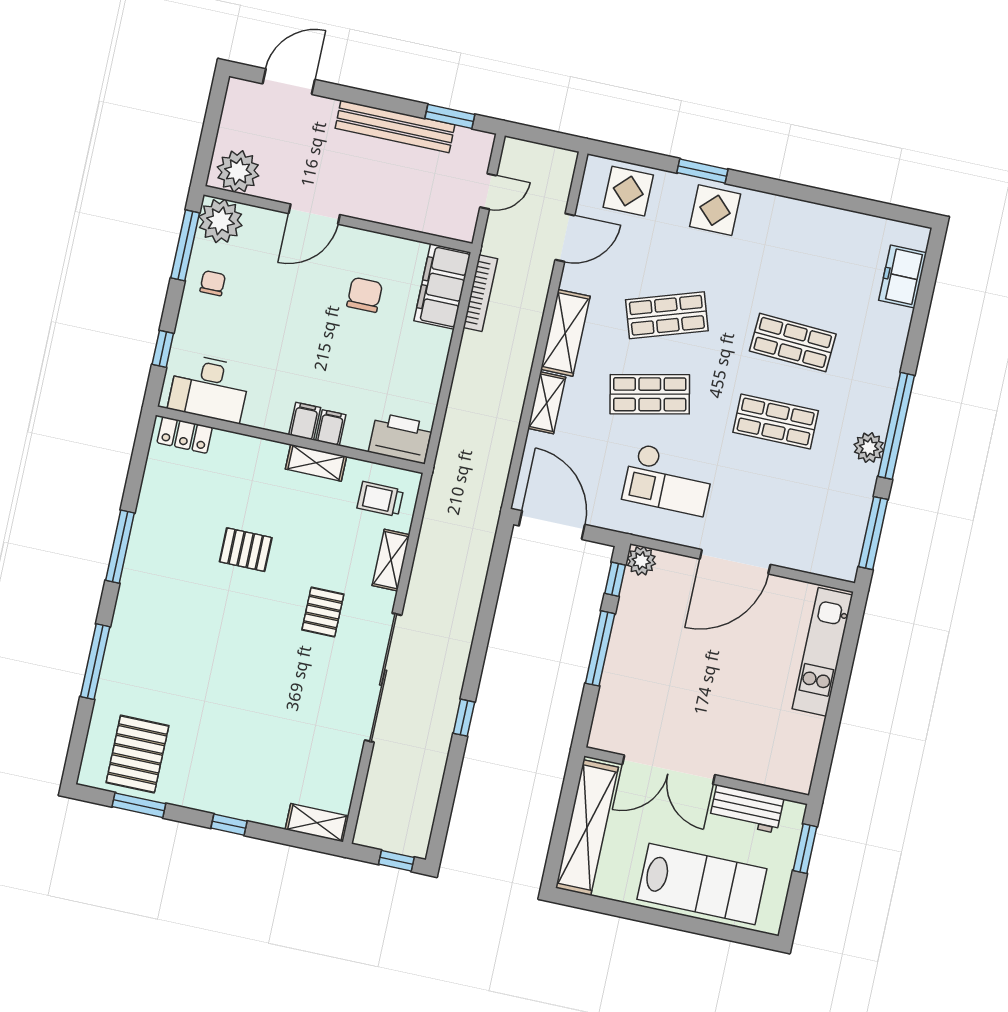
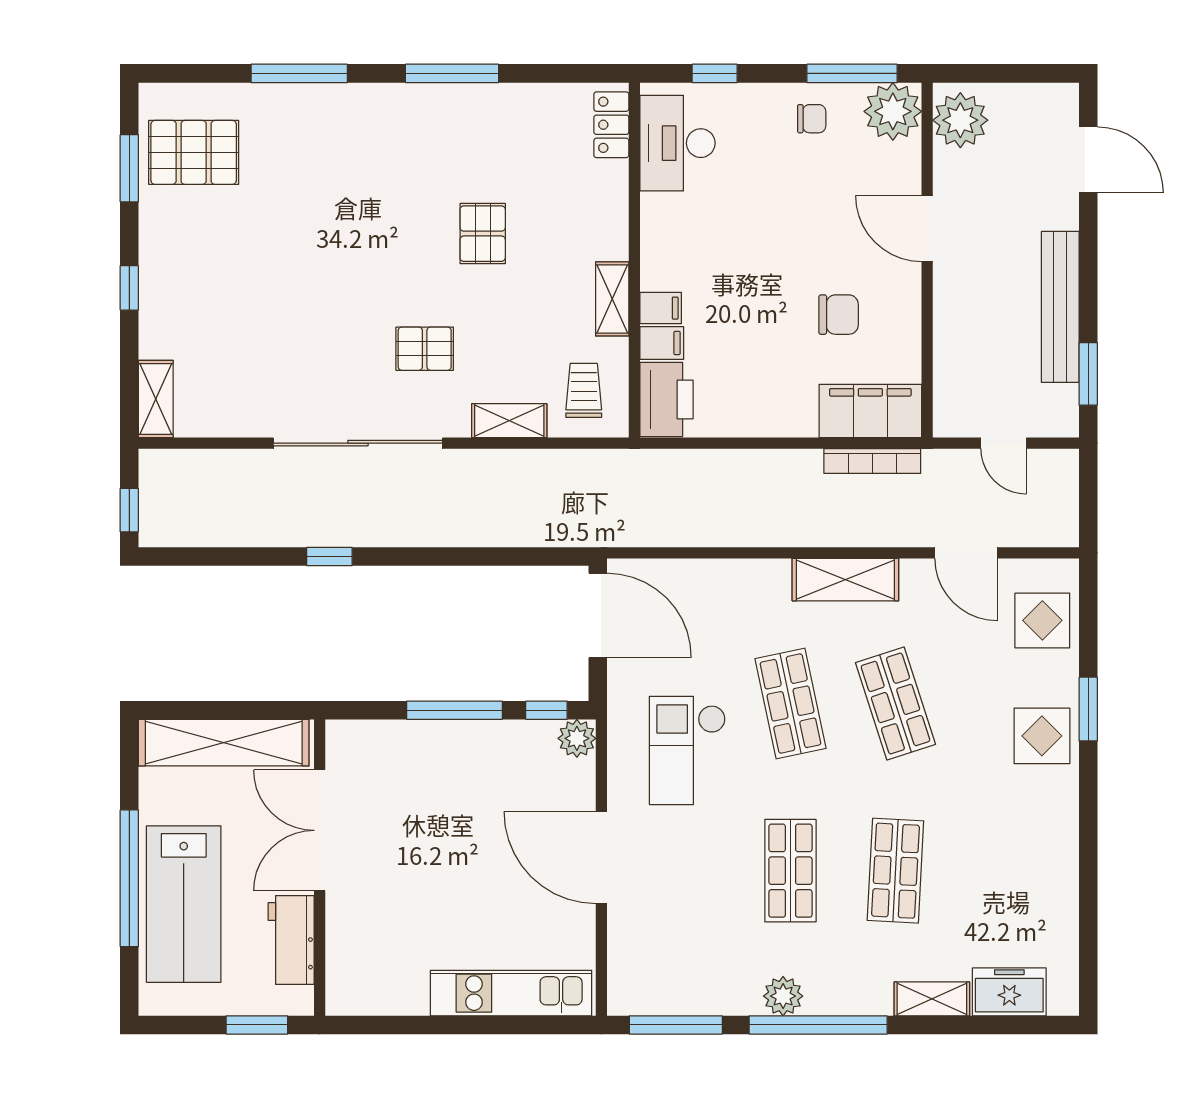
shelving: (547, 403) -> (932, 999), moved
filing cabinet: (305, 421) -> (662, 343), moved
door: (552, 525) -> (598, 615), hinge flipped
window: (674, 921) -> (129, 878), added

